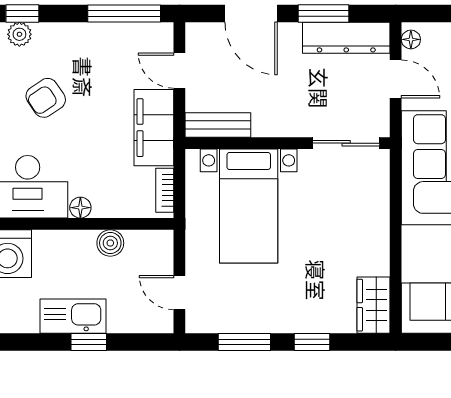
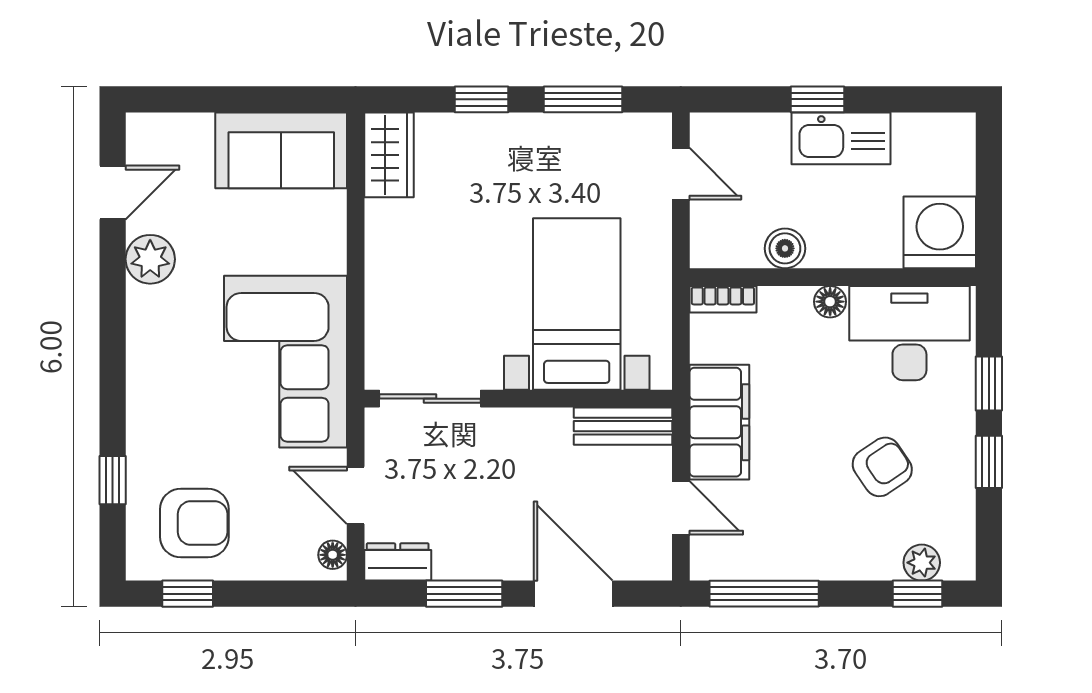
dresser: (346, 38) -> (398, 562), width x0.51, depth x0.80
bookcase: (165, 190) -> (723, 299), moved, turned 90

